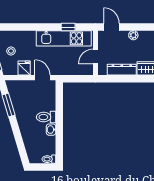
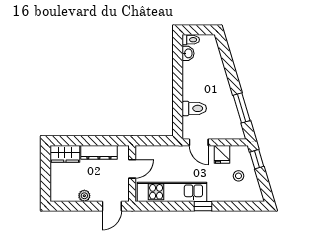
window: (68, 27) -> (203, 206), moved
door: (112, 27) -> (112, 206), hinge flipped
toilet: (46, 117) -> (194, 108), moved
washbasin: (51, 130) -> (188, 53), moved

